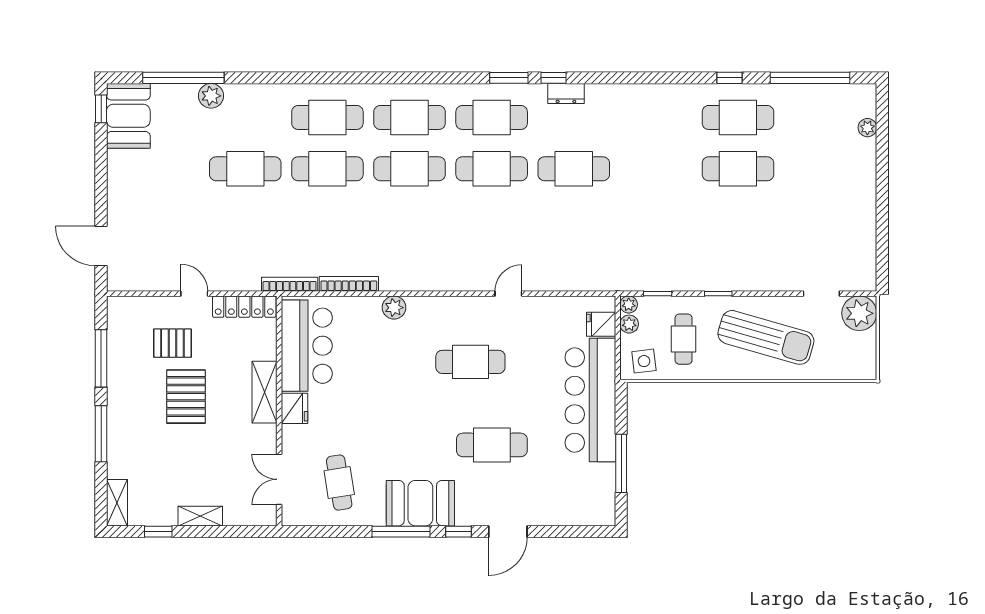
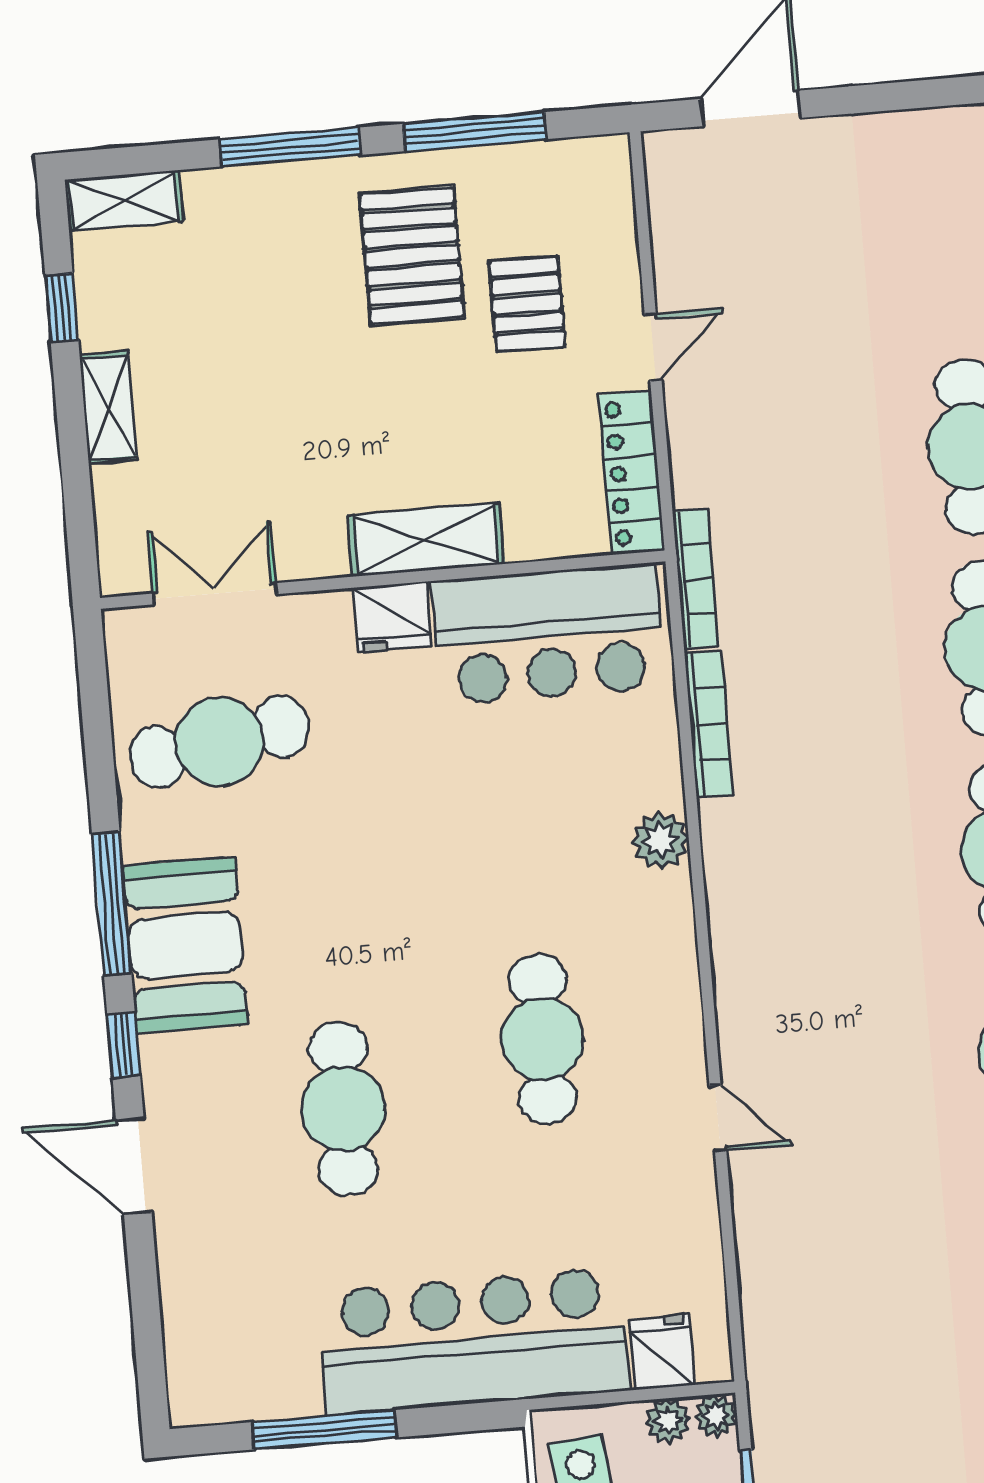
pallet: (186, 397) -> (412, 256), moved, turned 90
cafe table: (339, 483) -> (219, 742), width x1.37, depth x1.35

